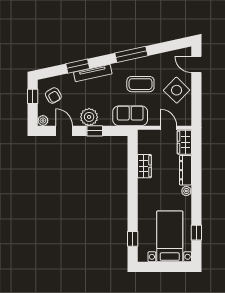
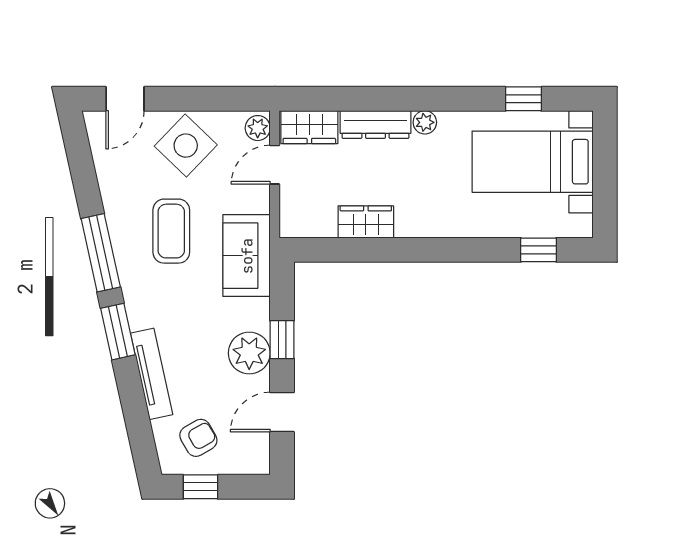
window: (78, 66) -> (118, 332), moved
tv unit: (93, 73) -> (152, 374), moved
plant: (43, 121) -> (258, 128), moved

